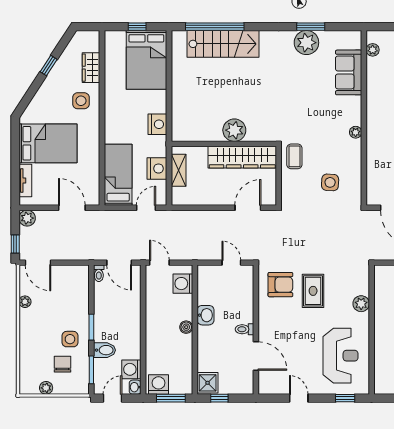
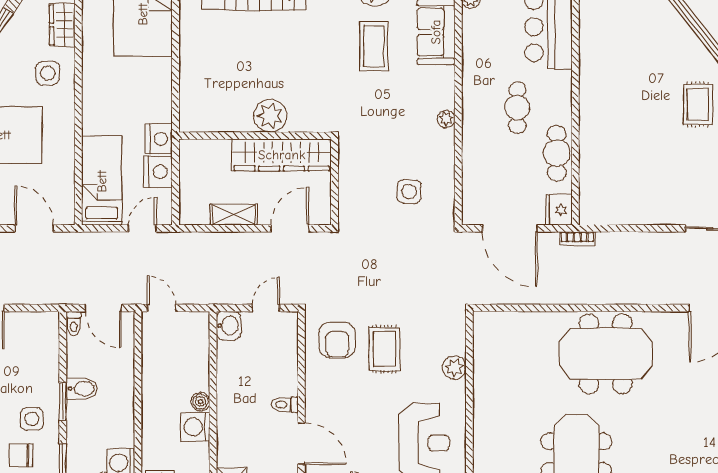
nightstand: (157, 124) -> (159, 139), moved
coffee table: (294, 156) -> (374, 46), moved, width x1.36, depth x1.30
shelving: (179, 170) -> (234, 215), moved, turned 90
door: (231, 263) -> (266, 308), hinge flipped
washing machine: (183, 284) -> (196, 427), moved
armchair: (280, 285) -> (337, 340), turned 90
washbasin: (206, 315) -> (228, 326), moved
bidet: (105, 350) -> (82, 389), moved
chair: (62, 364) -> (21, 455), turned -90

